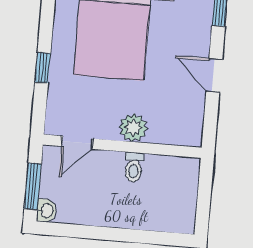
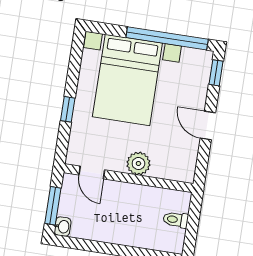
door: (77, 142) -> (92, 172), hinge flipped
toilet: (134, 167) -> (176, 220), moved, turned 90

